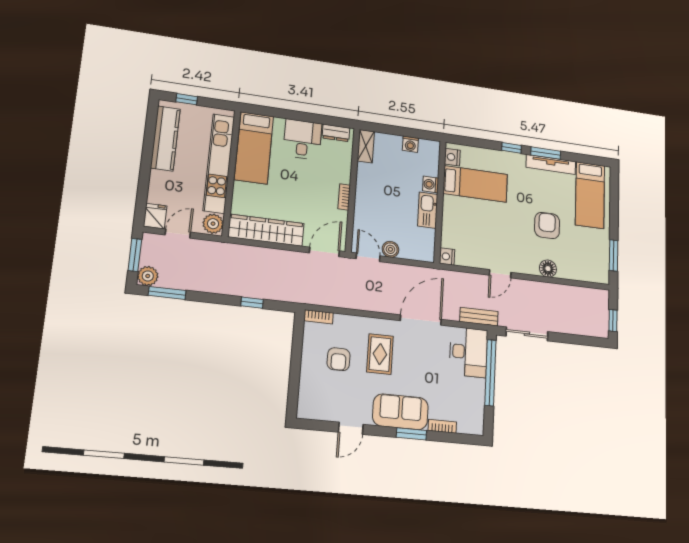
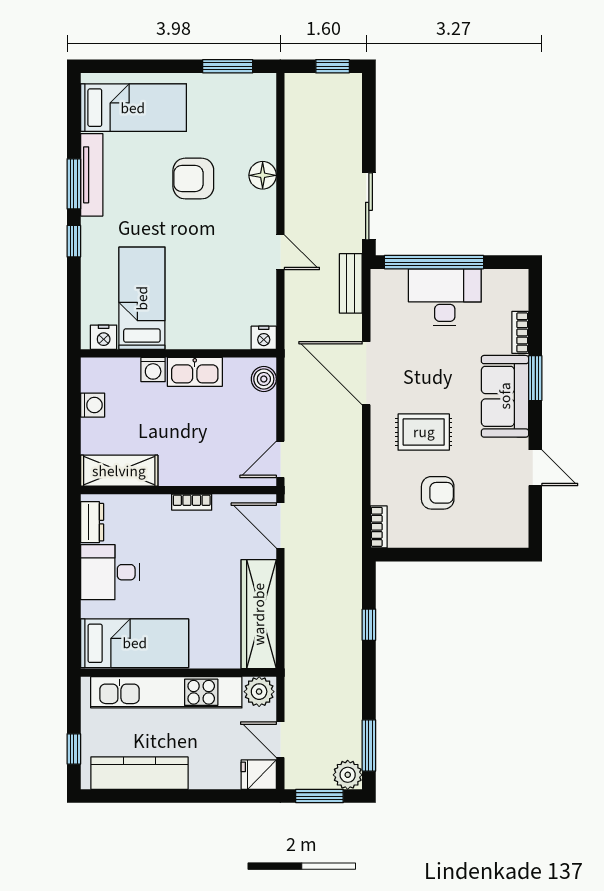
shelving: (366, 146) -> (119, 471), width x1.50, depth x1.33
boiler: (390, 249) -> (264, 379), moved
desk: (468, 352) -> (445, 297), moved

